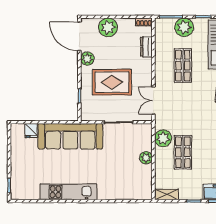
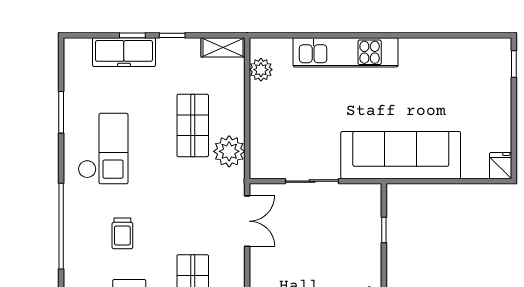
rug: (112, 82) -> (324, 255), removed
fridge: (31, 131) -> (501, 166), moved
plant: (146, 158) -> (261, 70), moved
kitchen unit: (68, 192) -> (346, 52), moved

